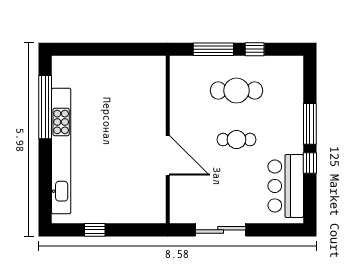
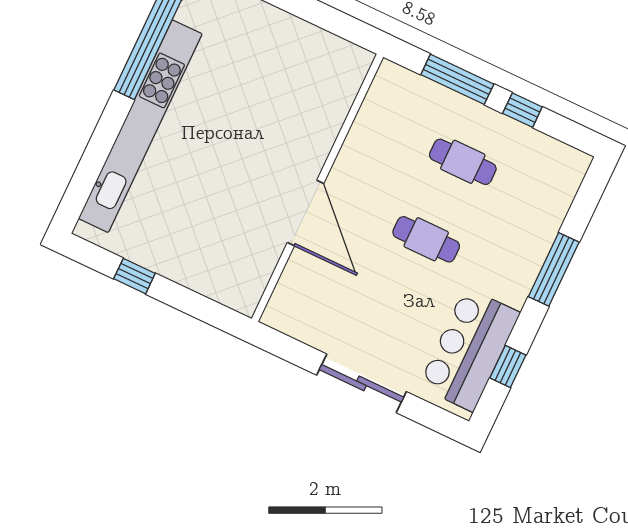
cafe table: (236, 91) -> (463, 162), width x0.73, depth x0.74
window: (310, 163) -> (508, 366), moved
sliding door: (221, 230) -> (362, 383), moved

